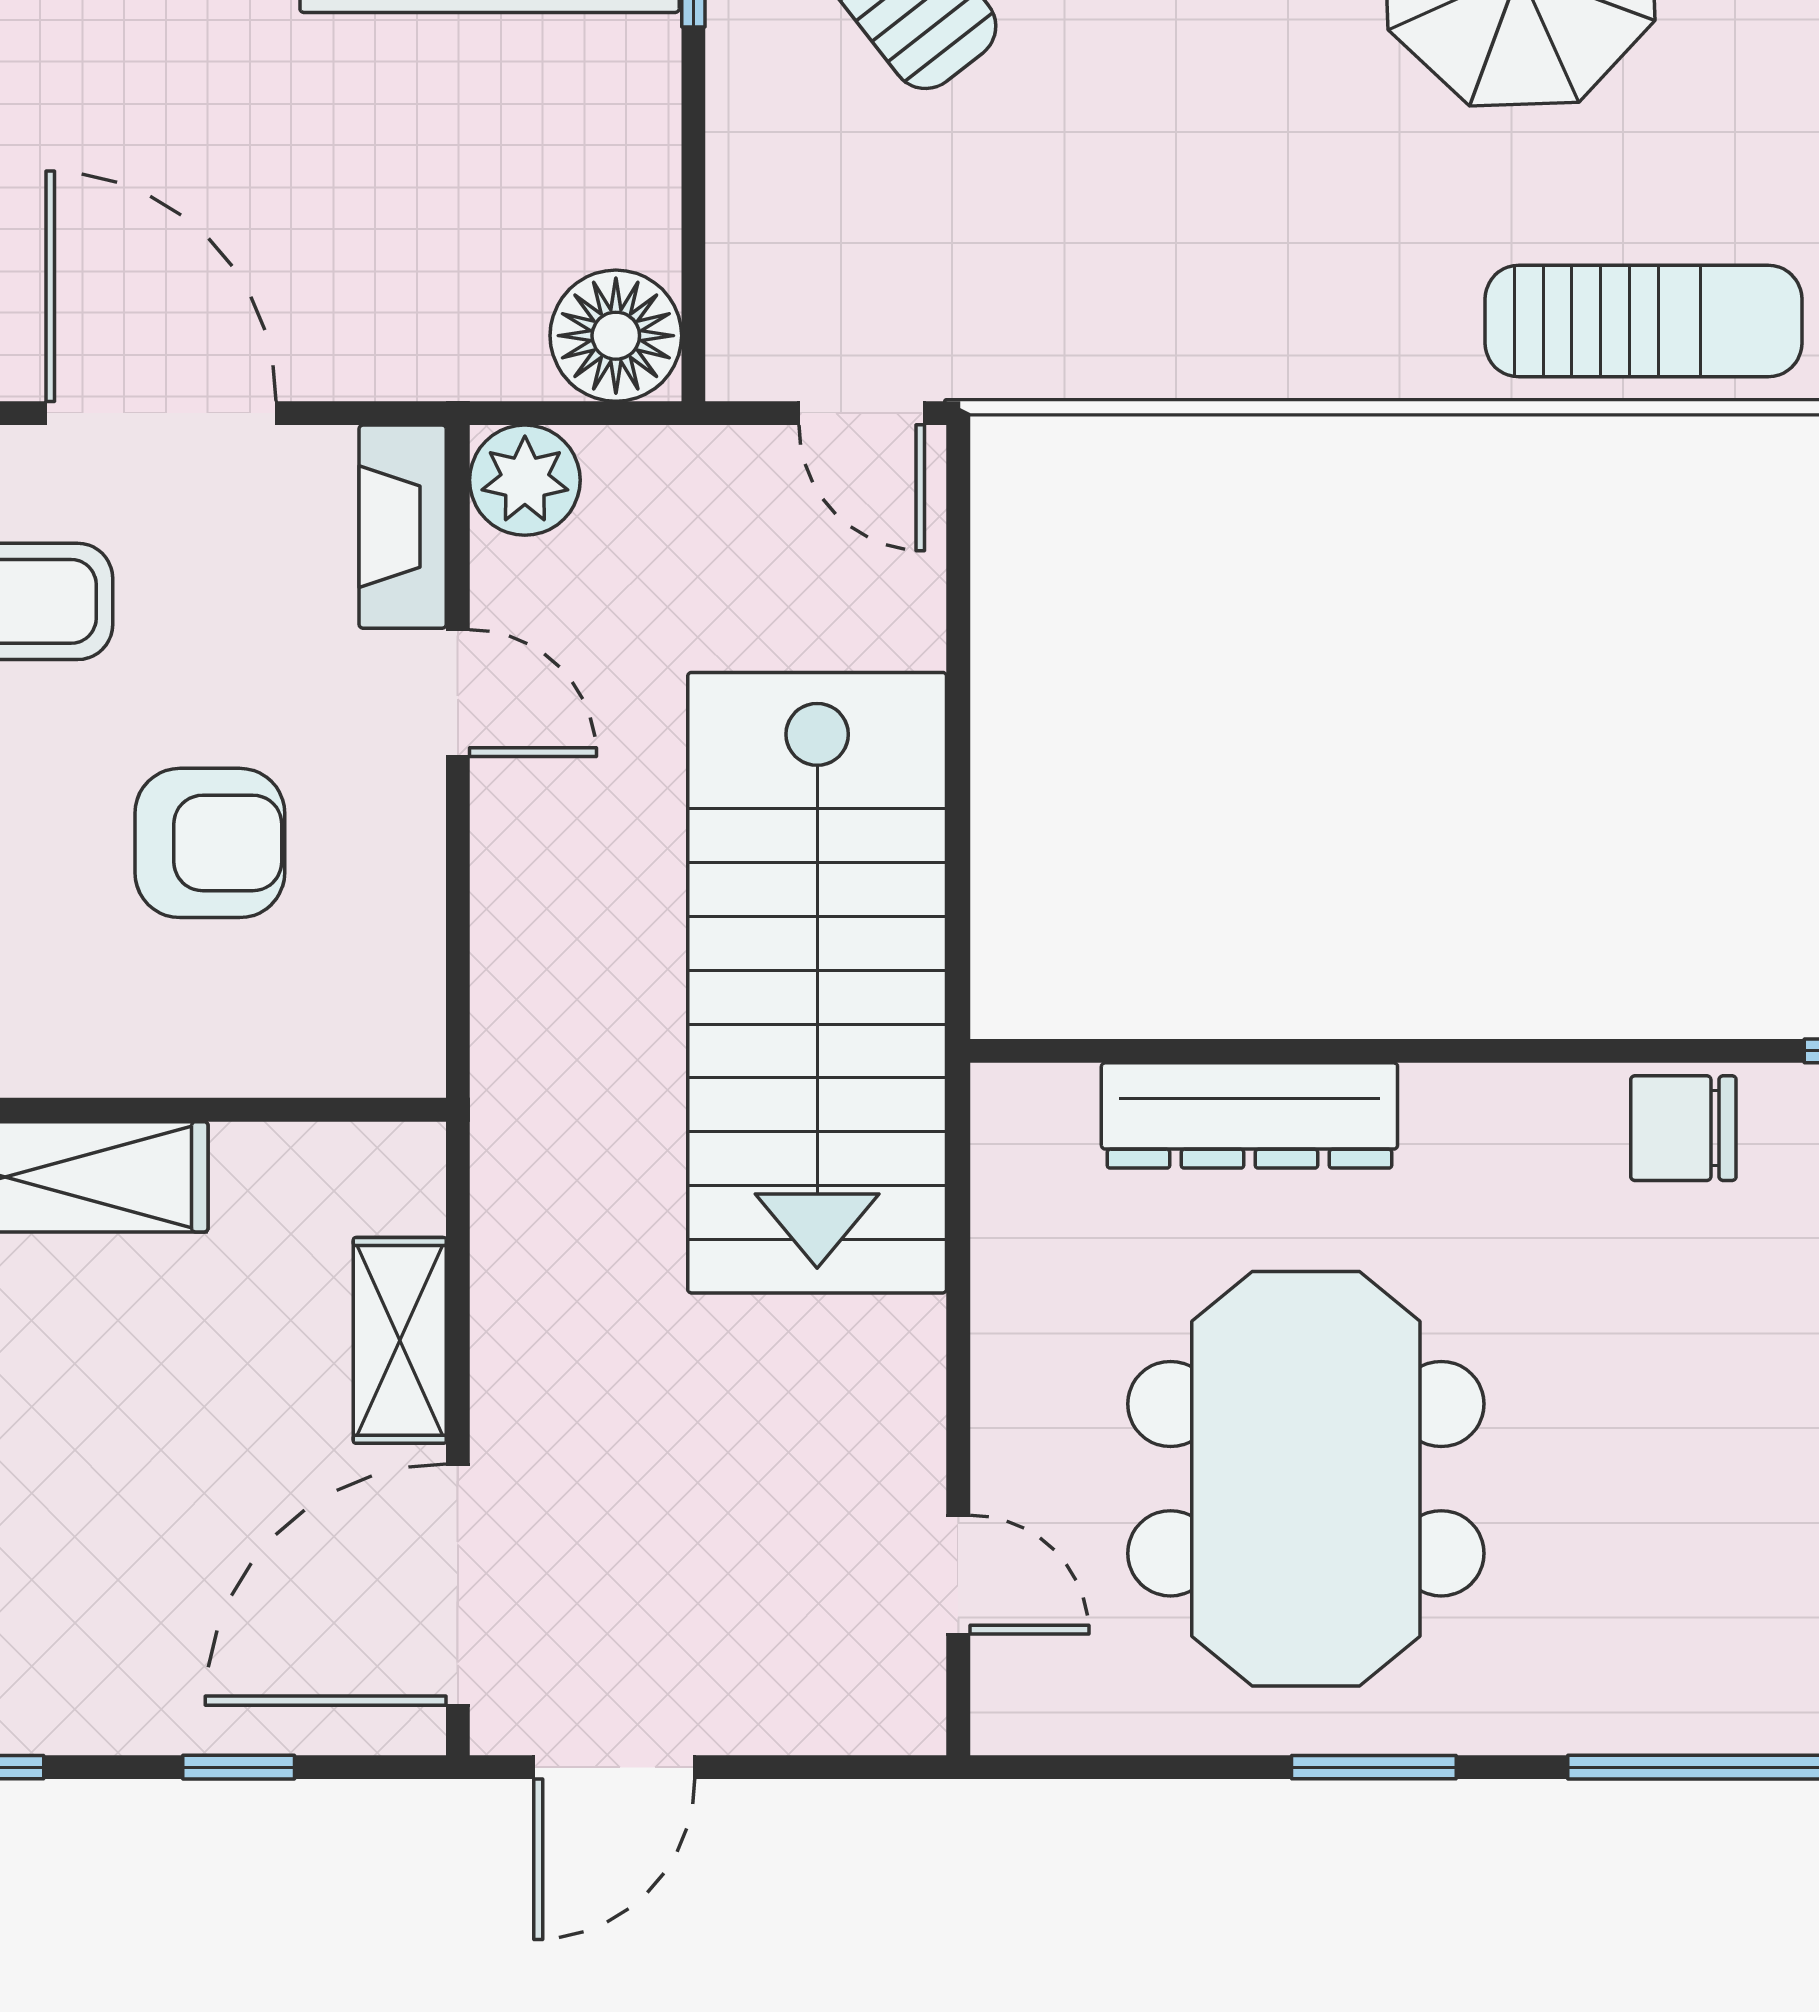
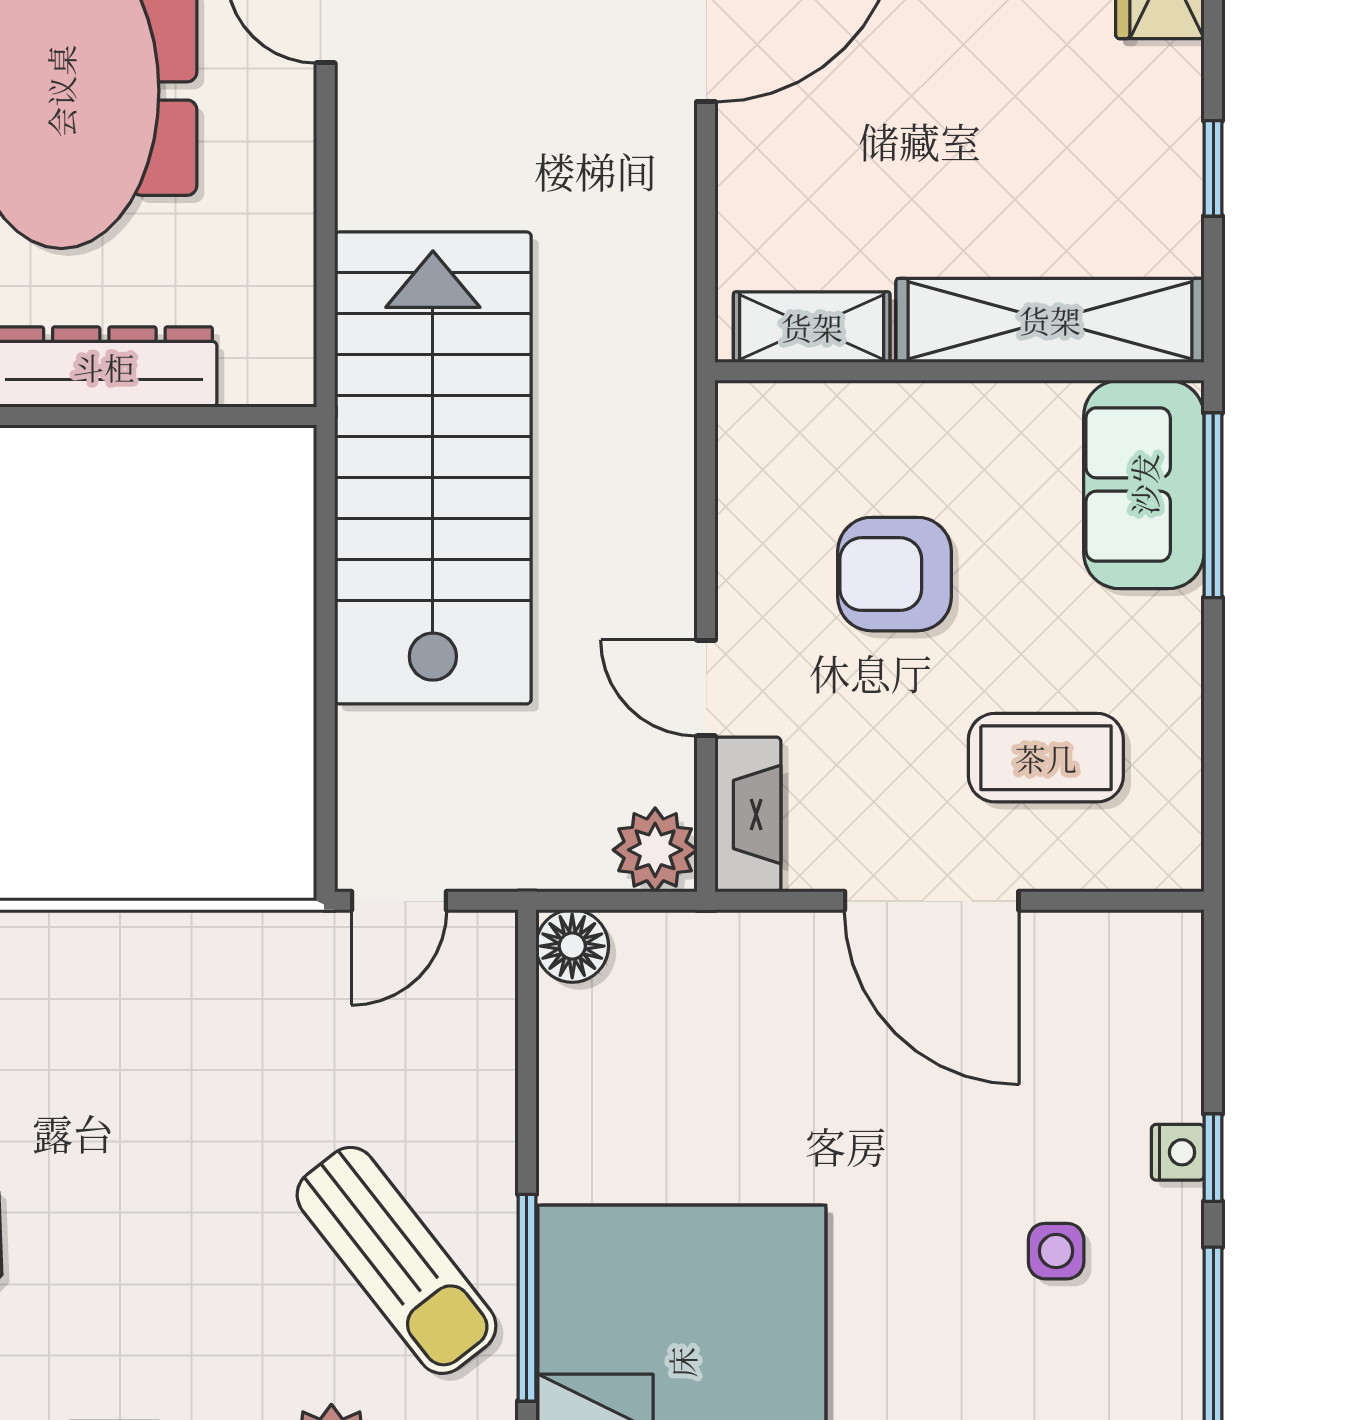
floor lamp: (616, 336) -> (572, 946), width x0.73, depth x0.73
door: (862, 413) -> (399, 901), swing flipped
shelving: (400, 1340) -> (812, 327), moved, turned 90

